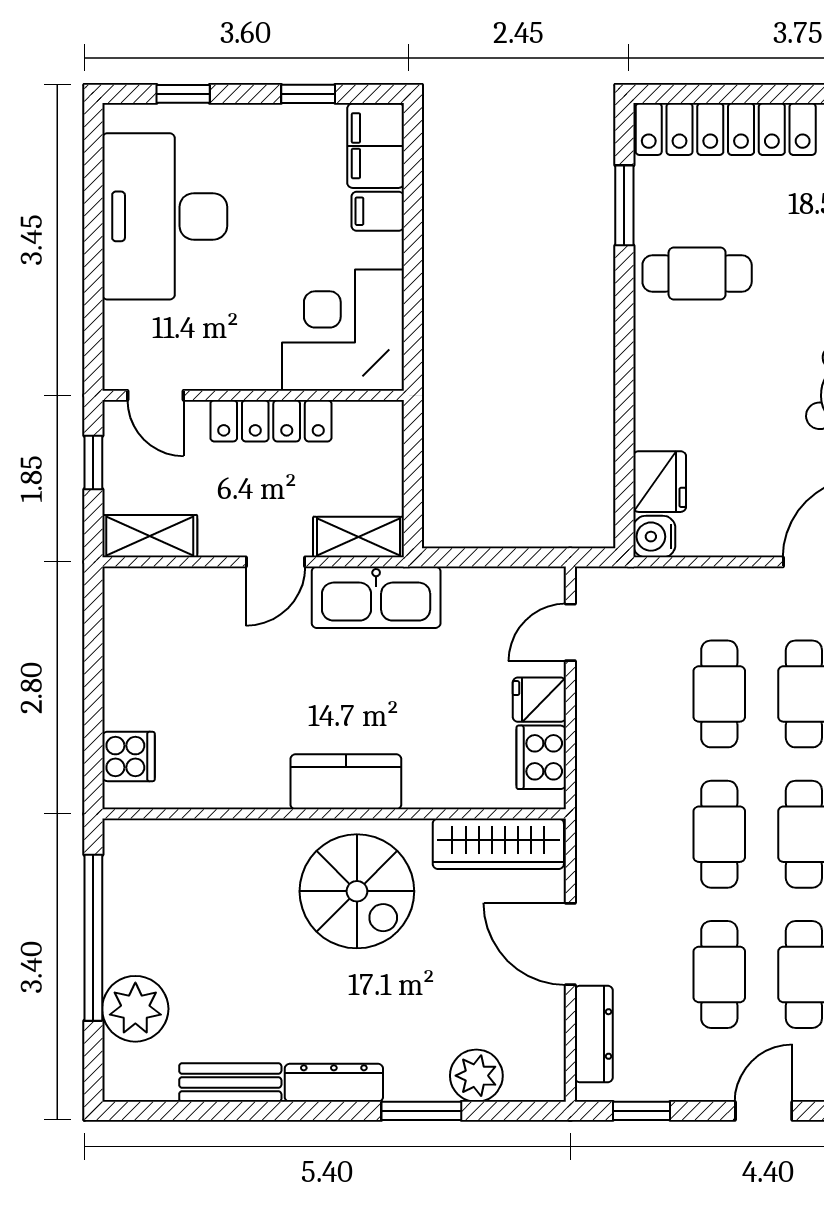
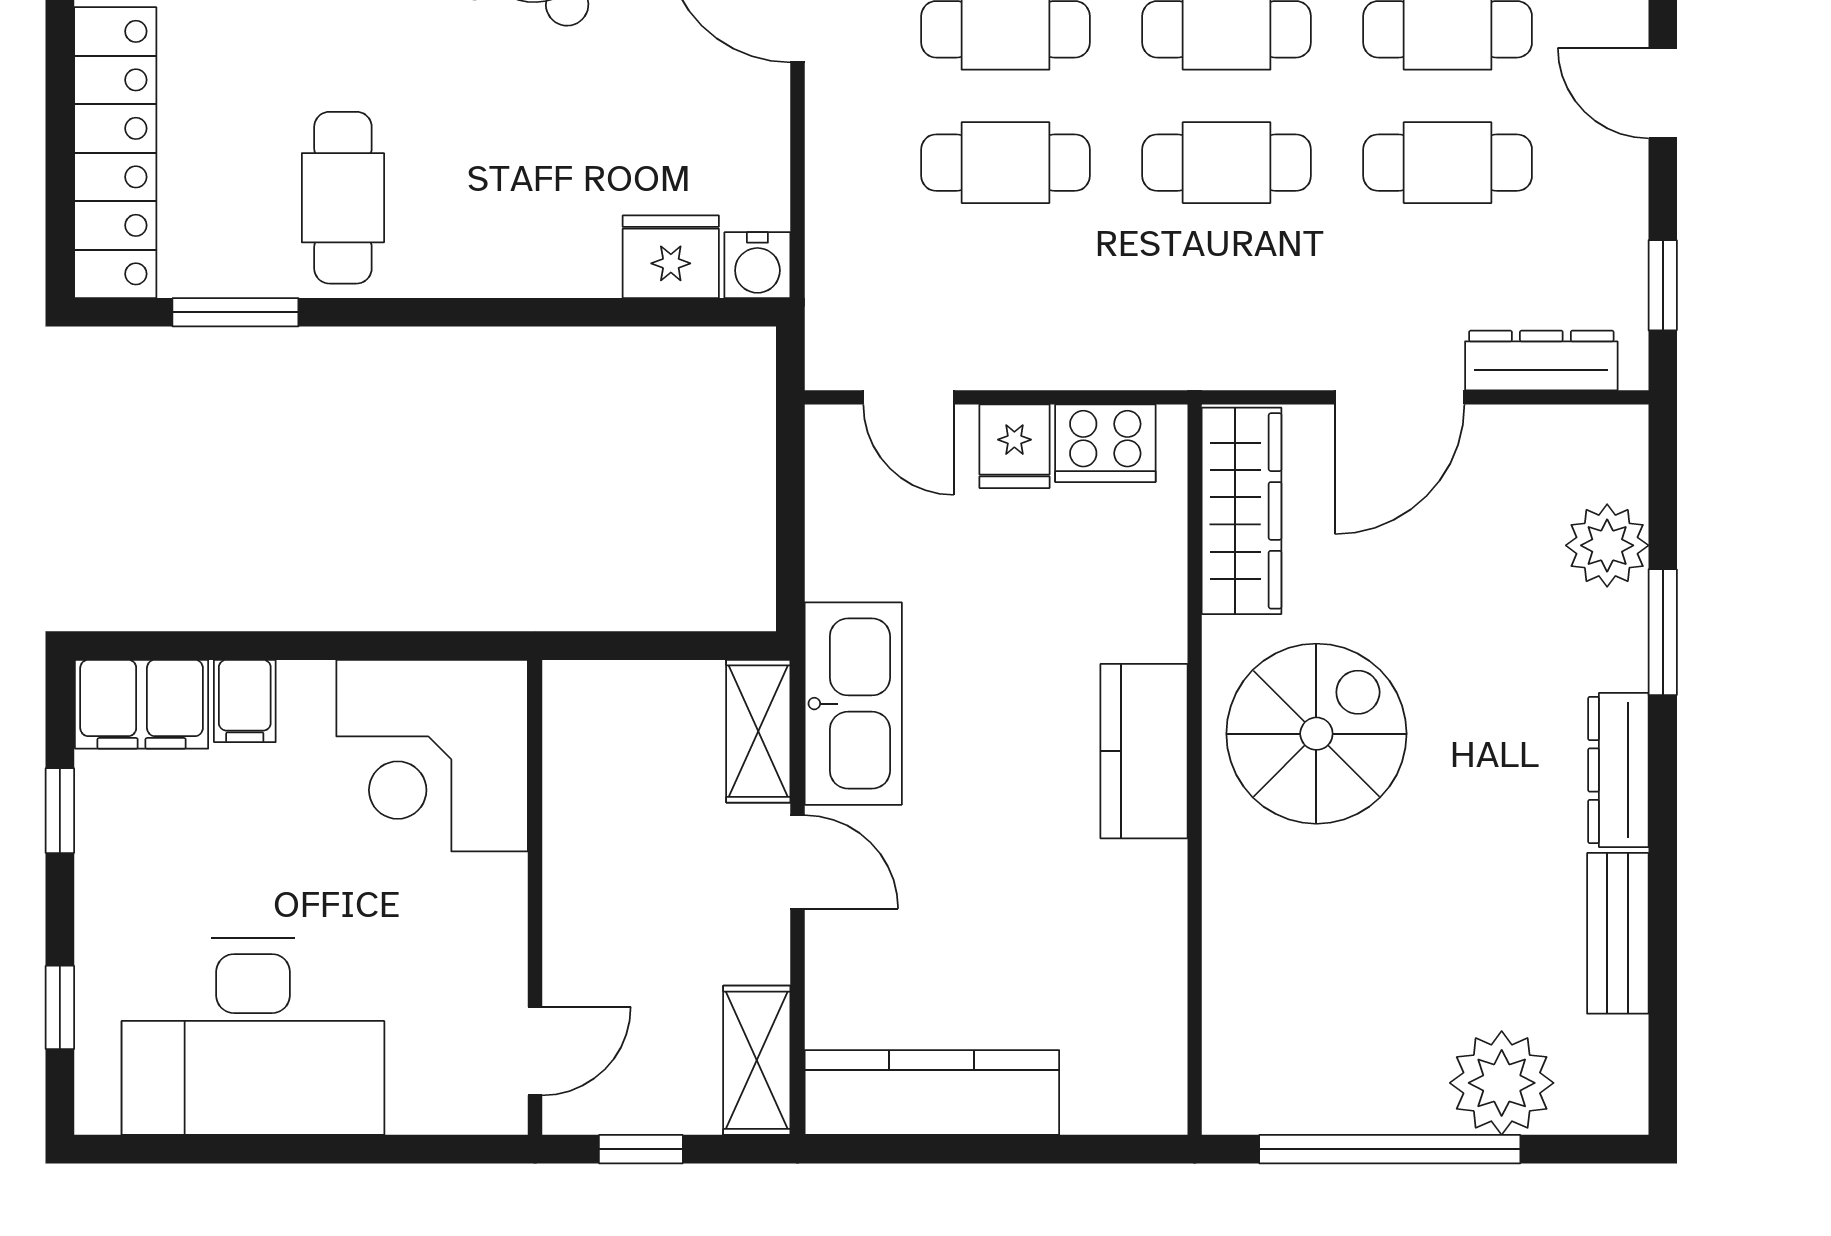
locker: (271, 421) -> (575, 869), removed
kitchen counter: (129, 647) -> (932, 1092), added
cooker: (128, 756) -> (1104, 1094), removed

